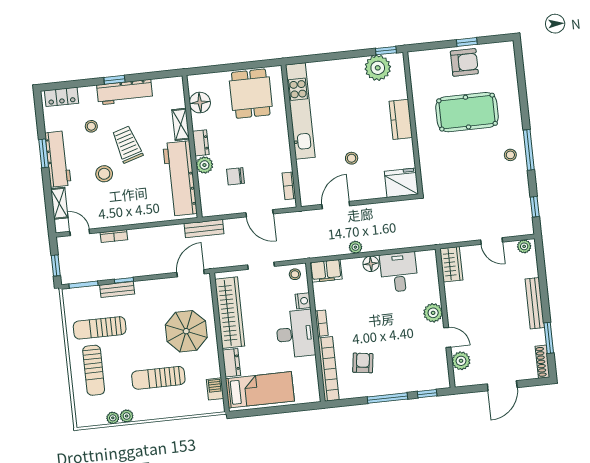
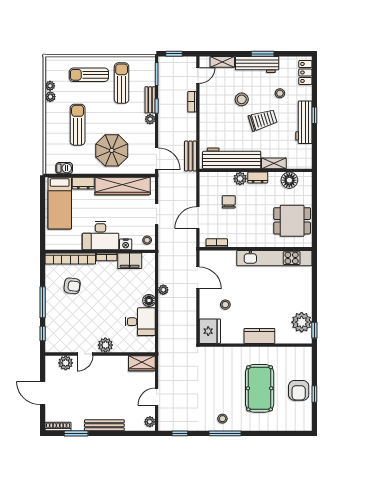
stool: (352, 158) -> (225, 305), moved
bench: (204, 229) -> (190, 156), moved
filing cabinet: (326, 271) -> (130, 261), moved, turned -90
plant: (142, 287) -> (150, 119), added

